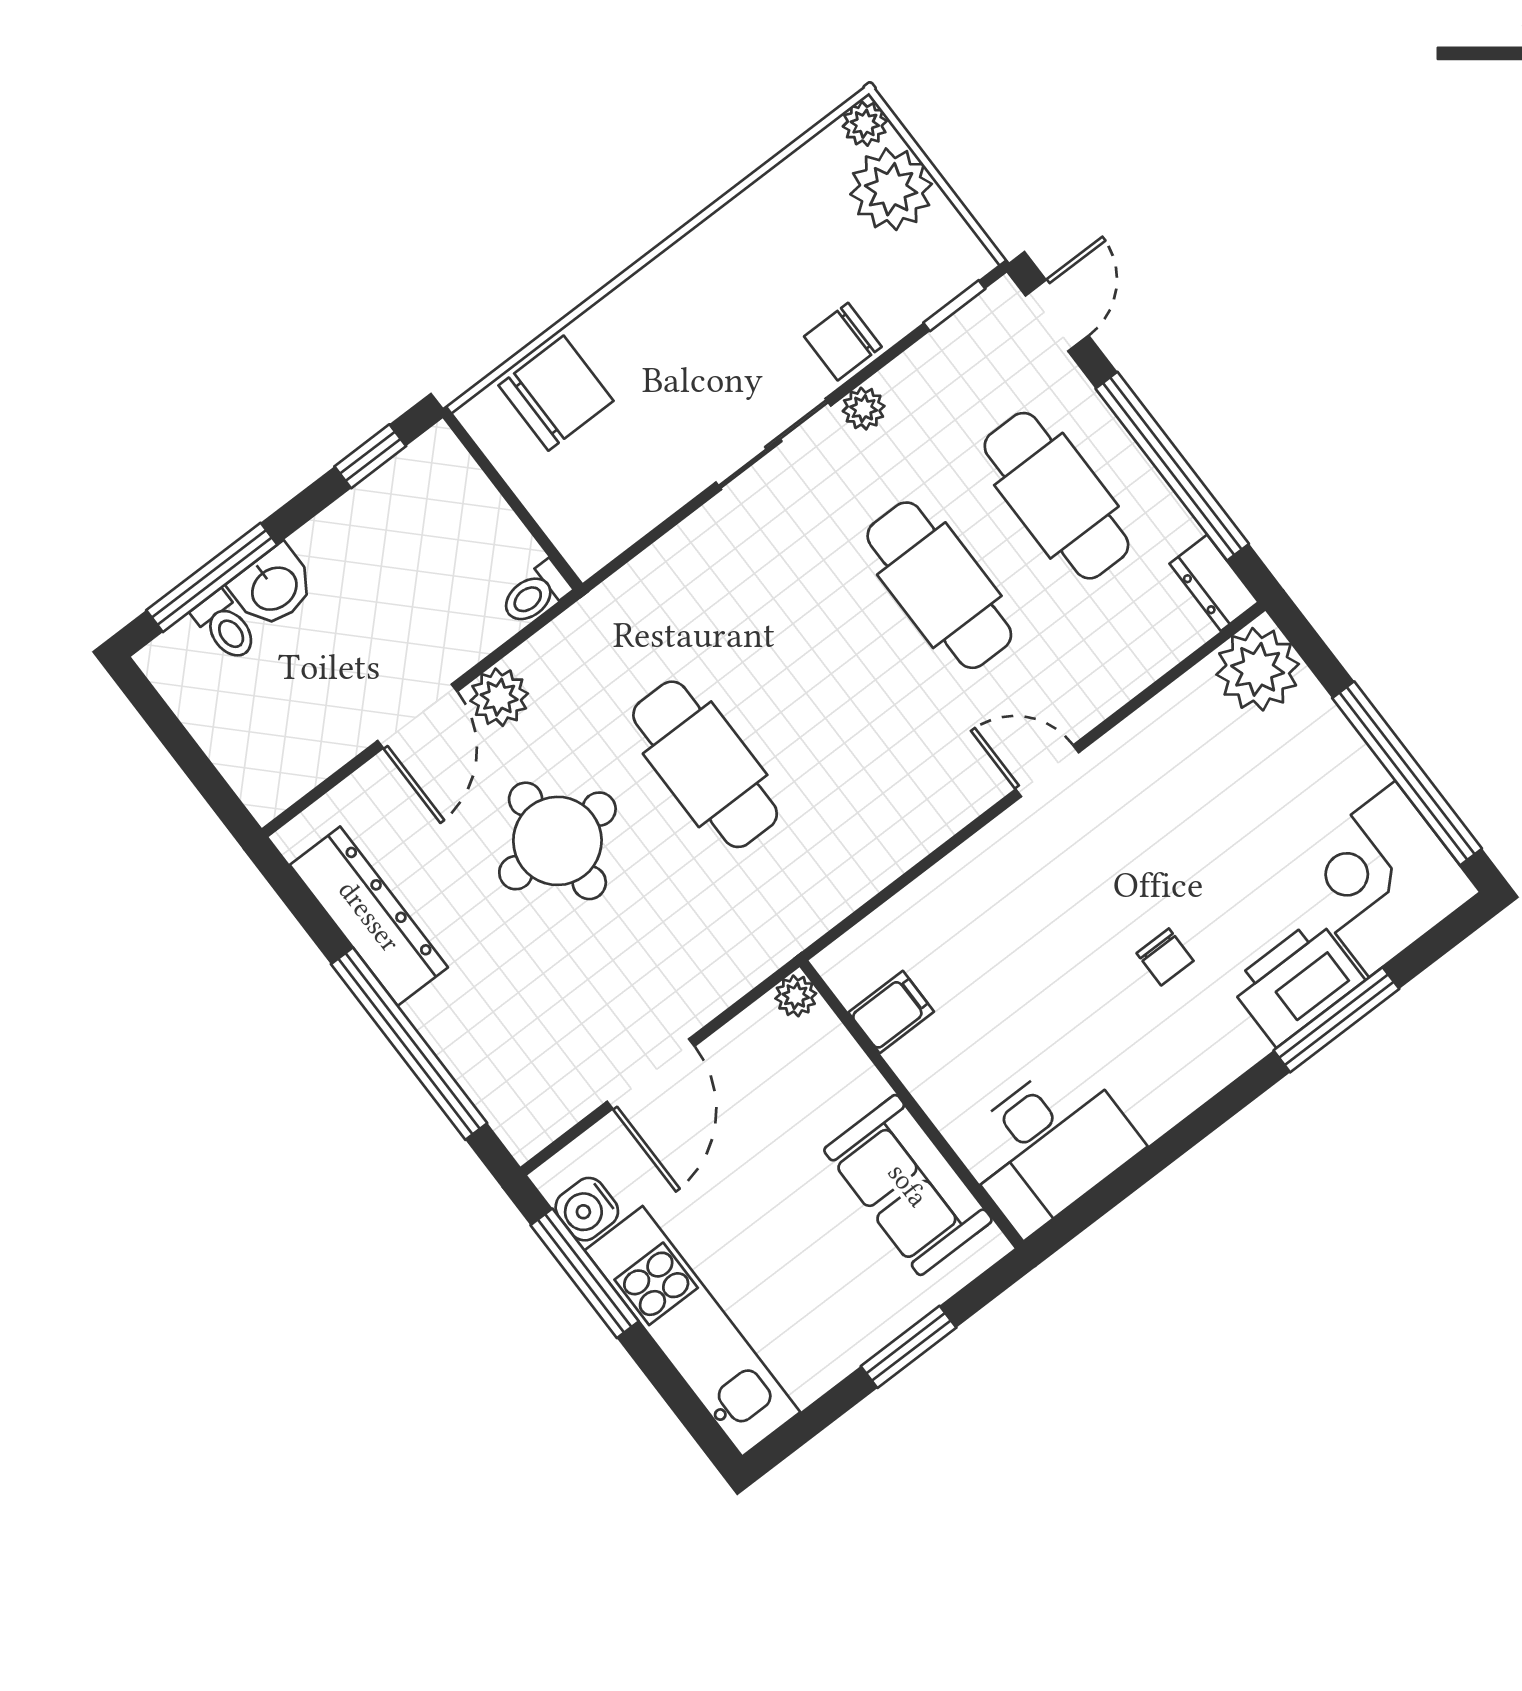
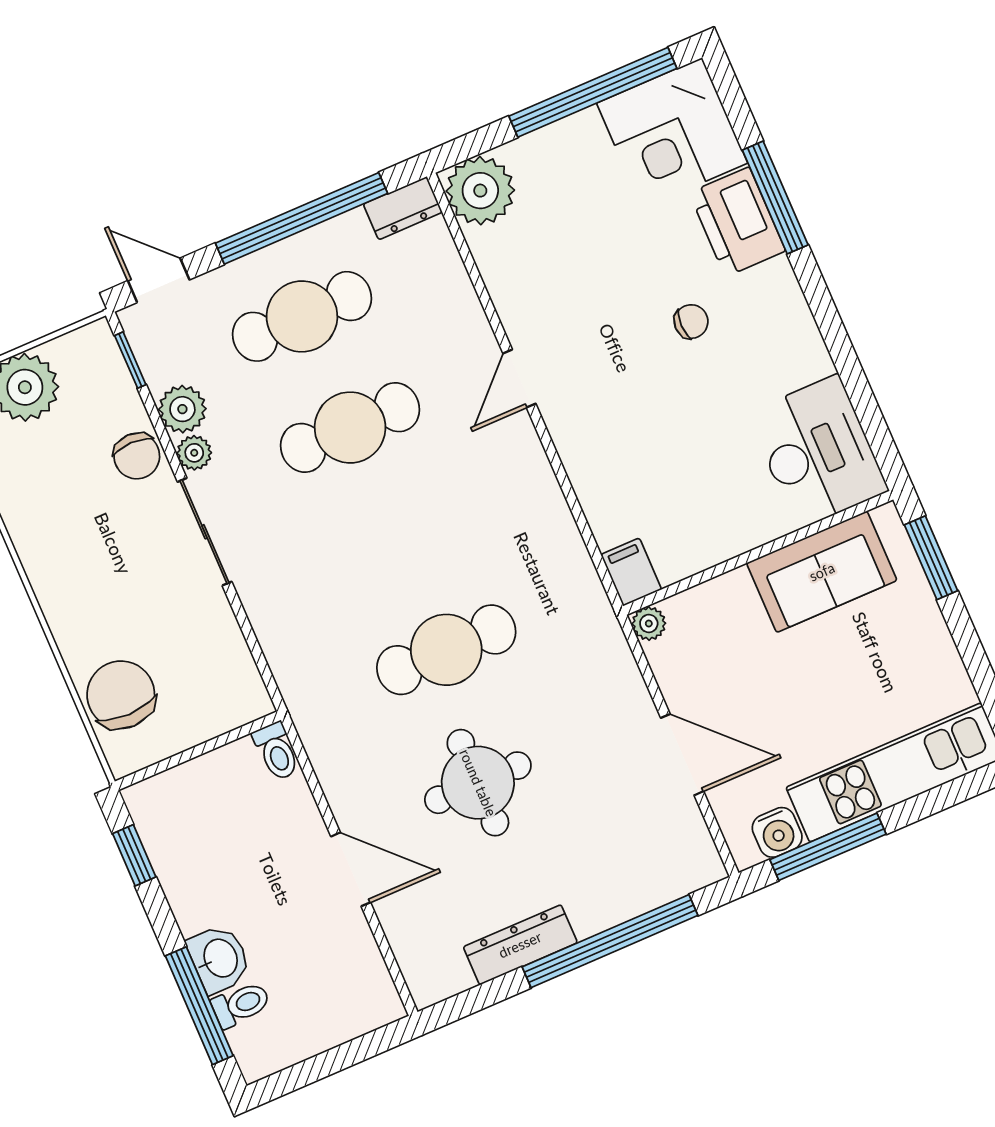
plant: (499, 697) -> (182, 409), moved
dresser: (369, 916) -> (520, 945), width x0.73, depth x0.80
filing cabinet: (891, 1012) -> (631, 572), moved
window: (909, 1347) -> (931, 558), moved

